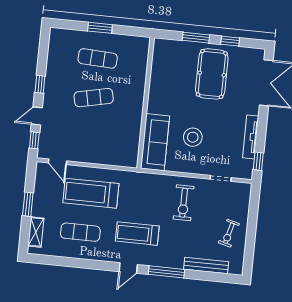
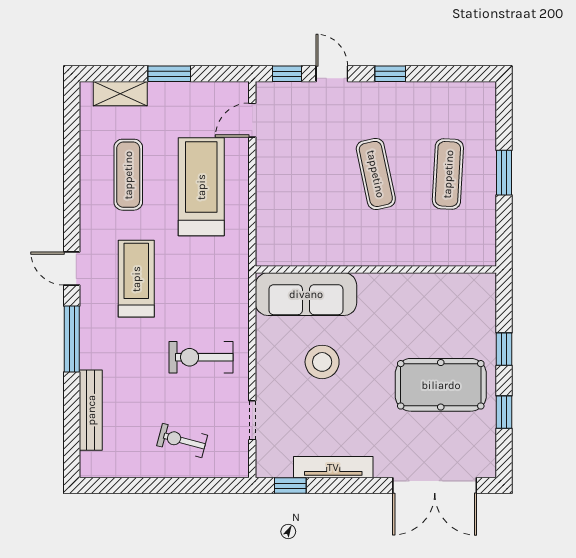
window: (196, 38) -> (504, 349), width x0.67
exercise bike: (229, 233) -> (182, 440), moved

